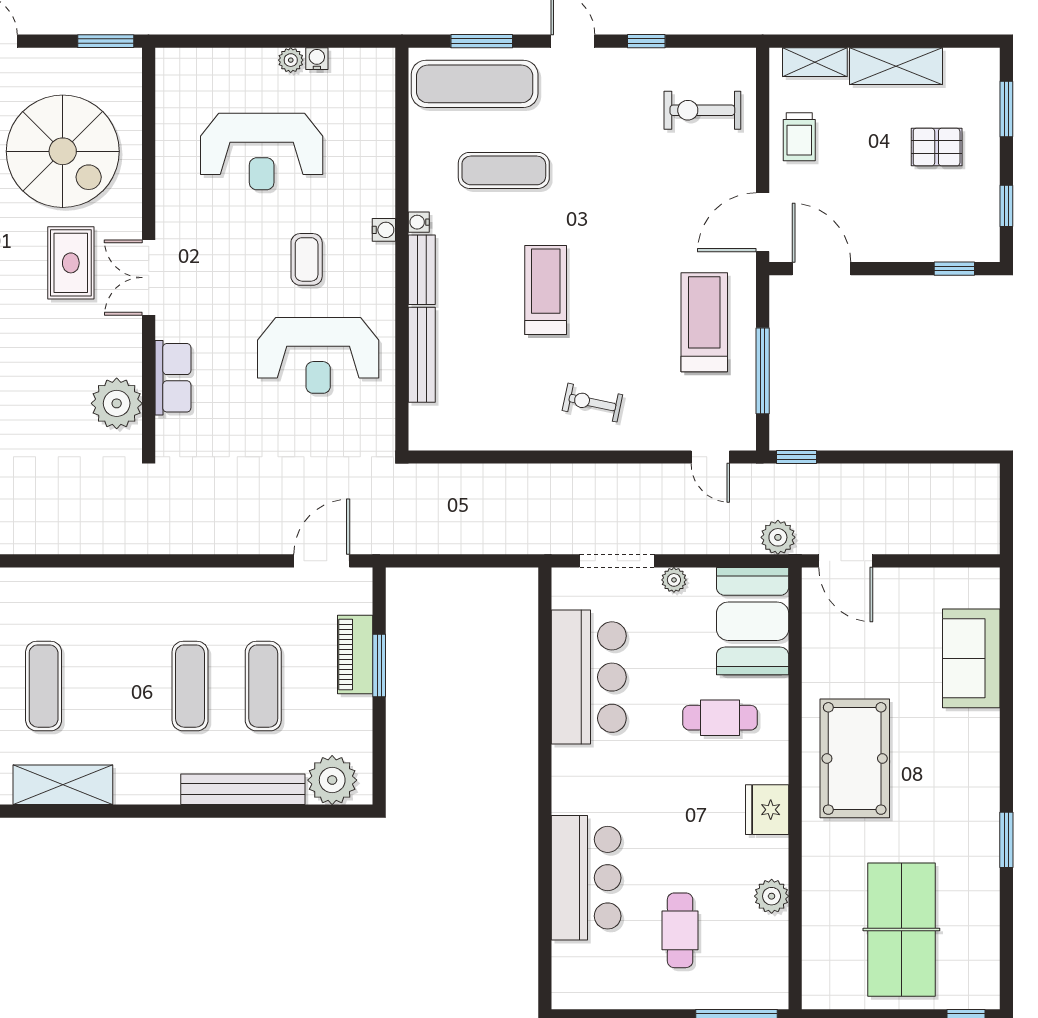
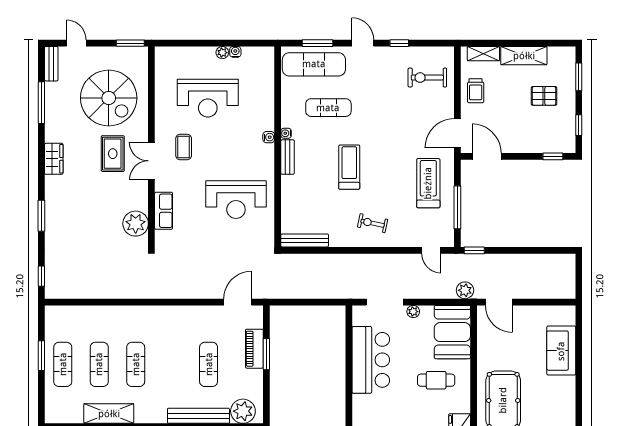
coffee table: (307, 259) -> (184, 147), moved
bench: (422, 355) -> (305, 240), moved, turned 90
exercise mat: (190, 686) -> (136, 364), moved

